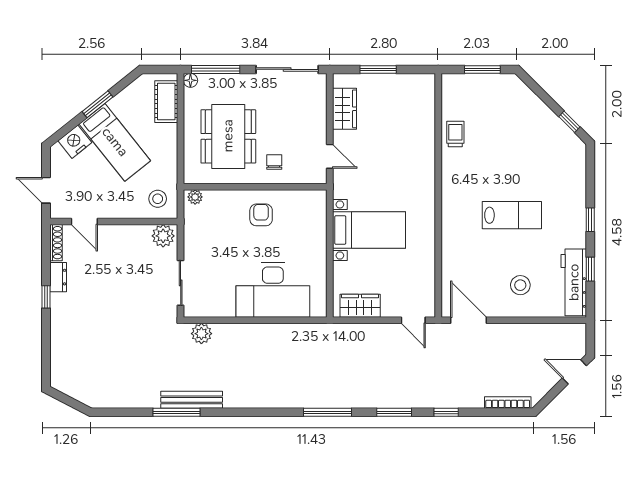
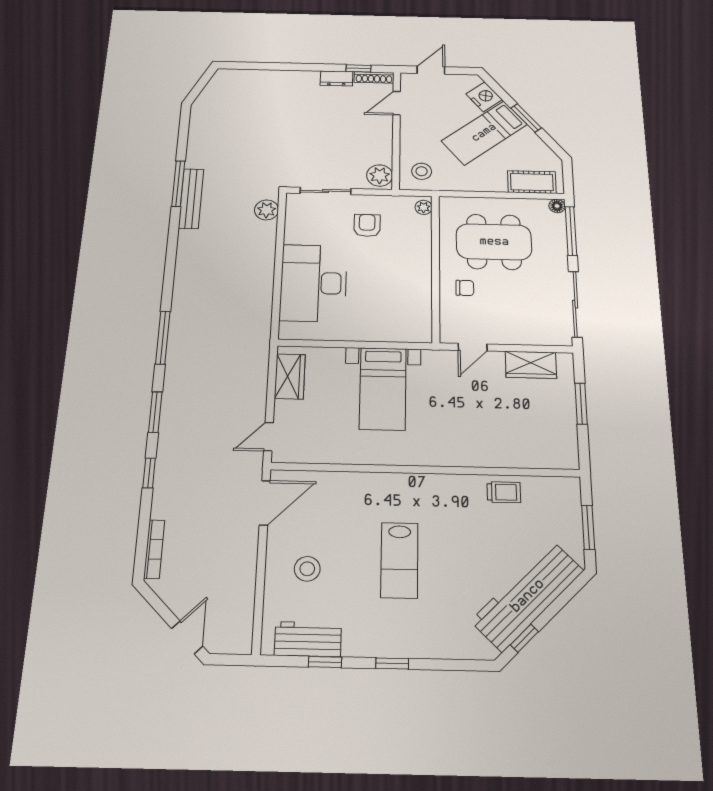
workbench: (537, 118) -> (528, 596), added
armchair: (261, 215) -> (367, 225), moved, turned -90
workbench: (574, 282) -> (308, 639), width x0.73
window: (46, 297) -> (358, 68), moved

